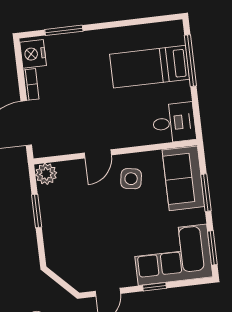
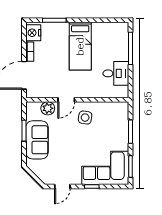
bed: (150, 67) -> (80, 46), moved, turned -90
desk: (174, 123) -> (116, 73), moved
plant: (46, 174) -> (48, 108), moved
sofa: (183, 178) -> (37, 140), moved, turned 180

